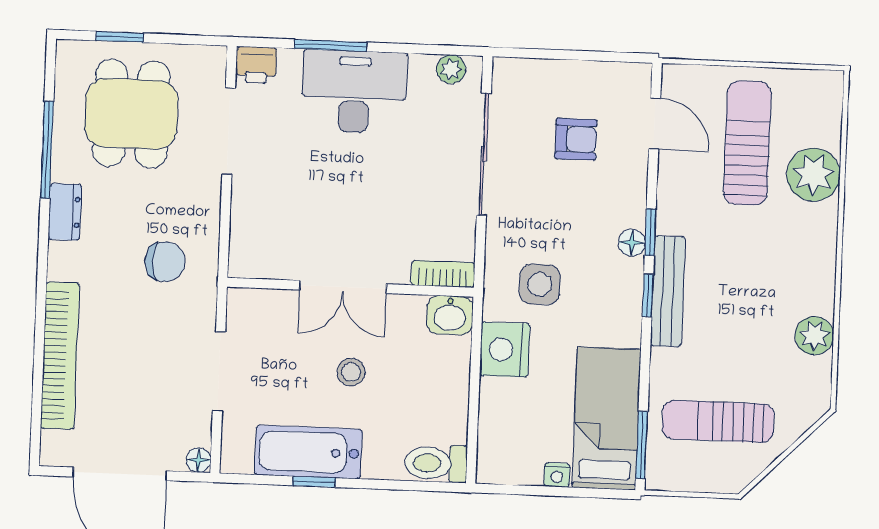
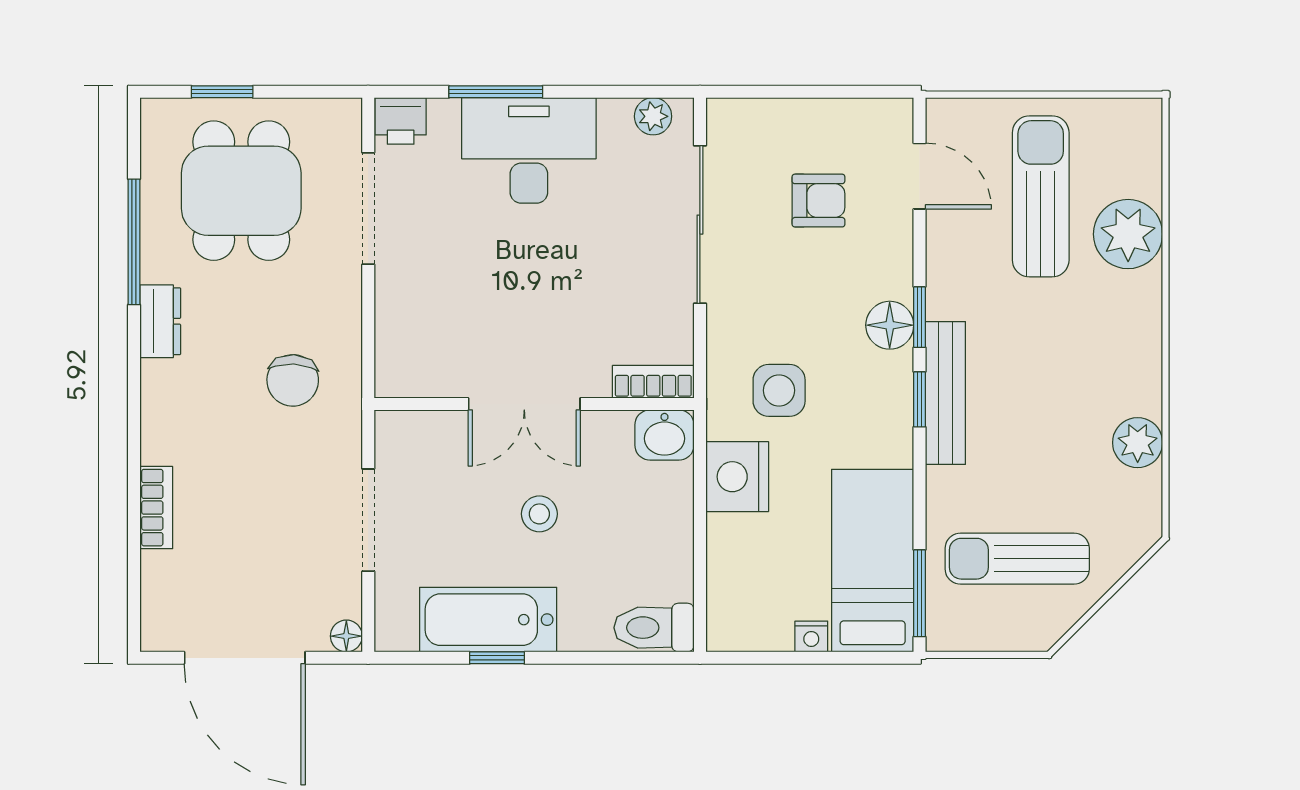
floor lamp: (632, 243) -> (890, 325), width x1.37, depth x1.37
chair: (165, 262) -> (293, 380), turned 93
bookcase: (60, 356) -> (156, 508), width x0.43, depth x0.76

